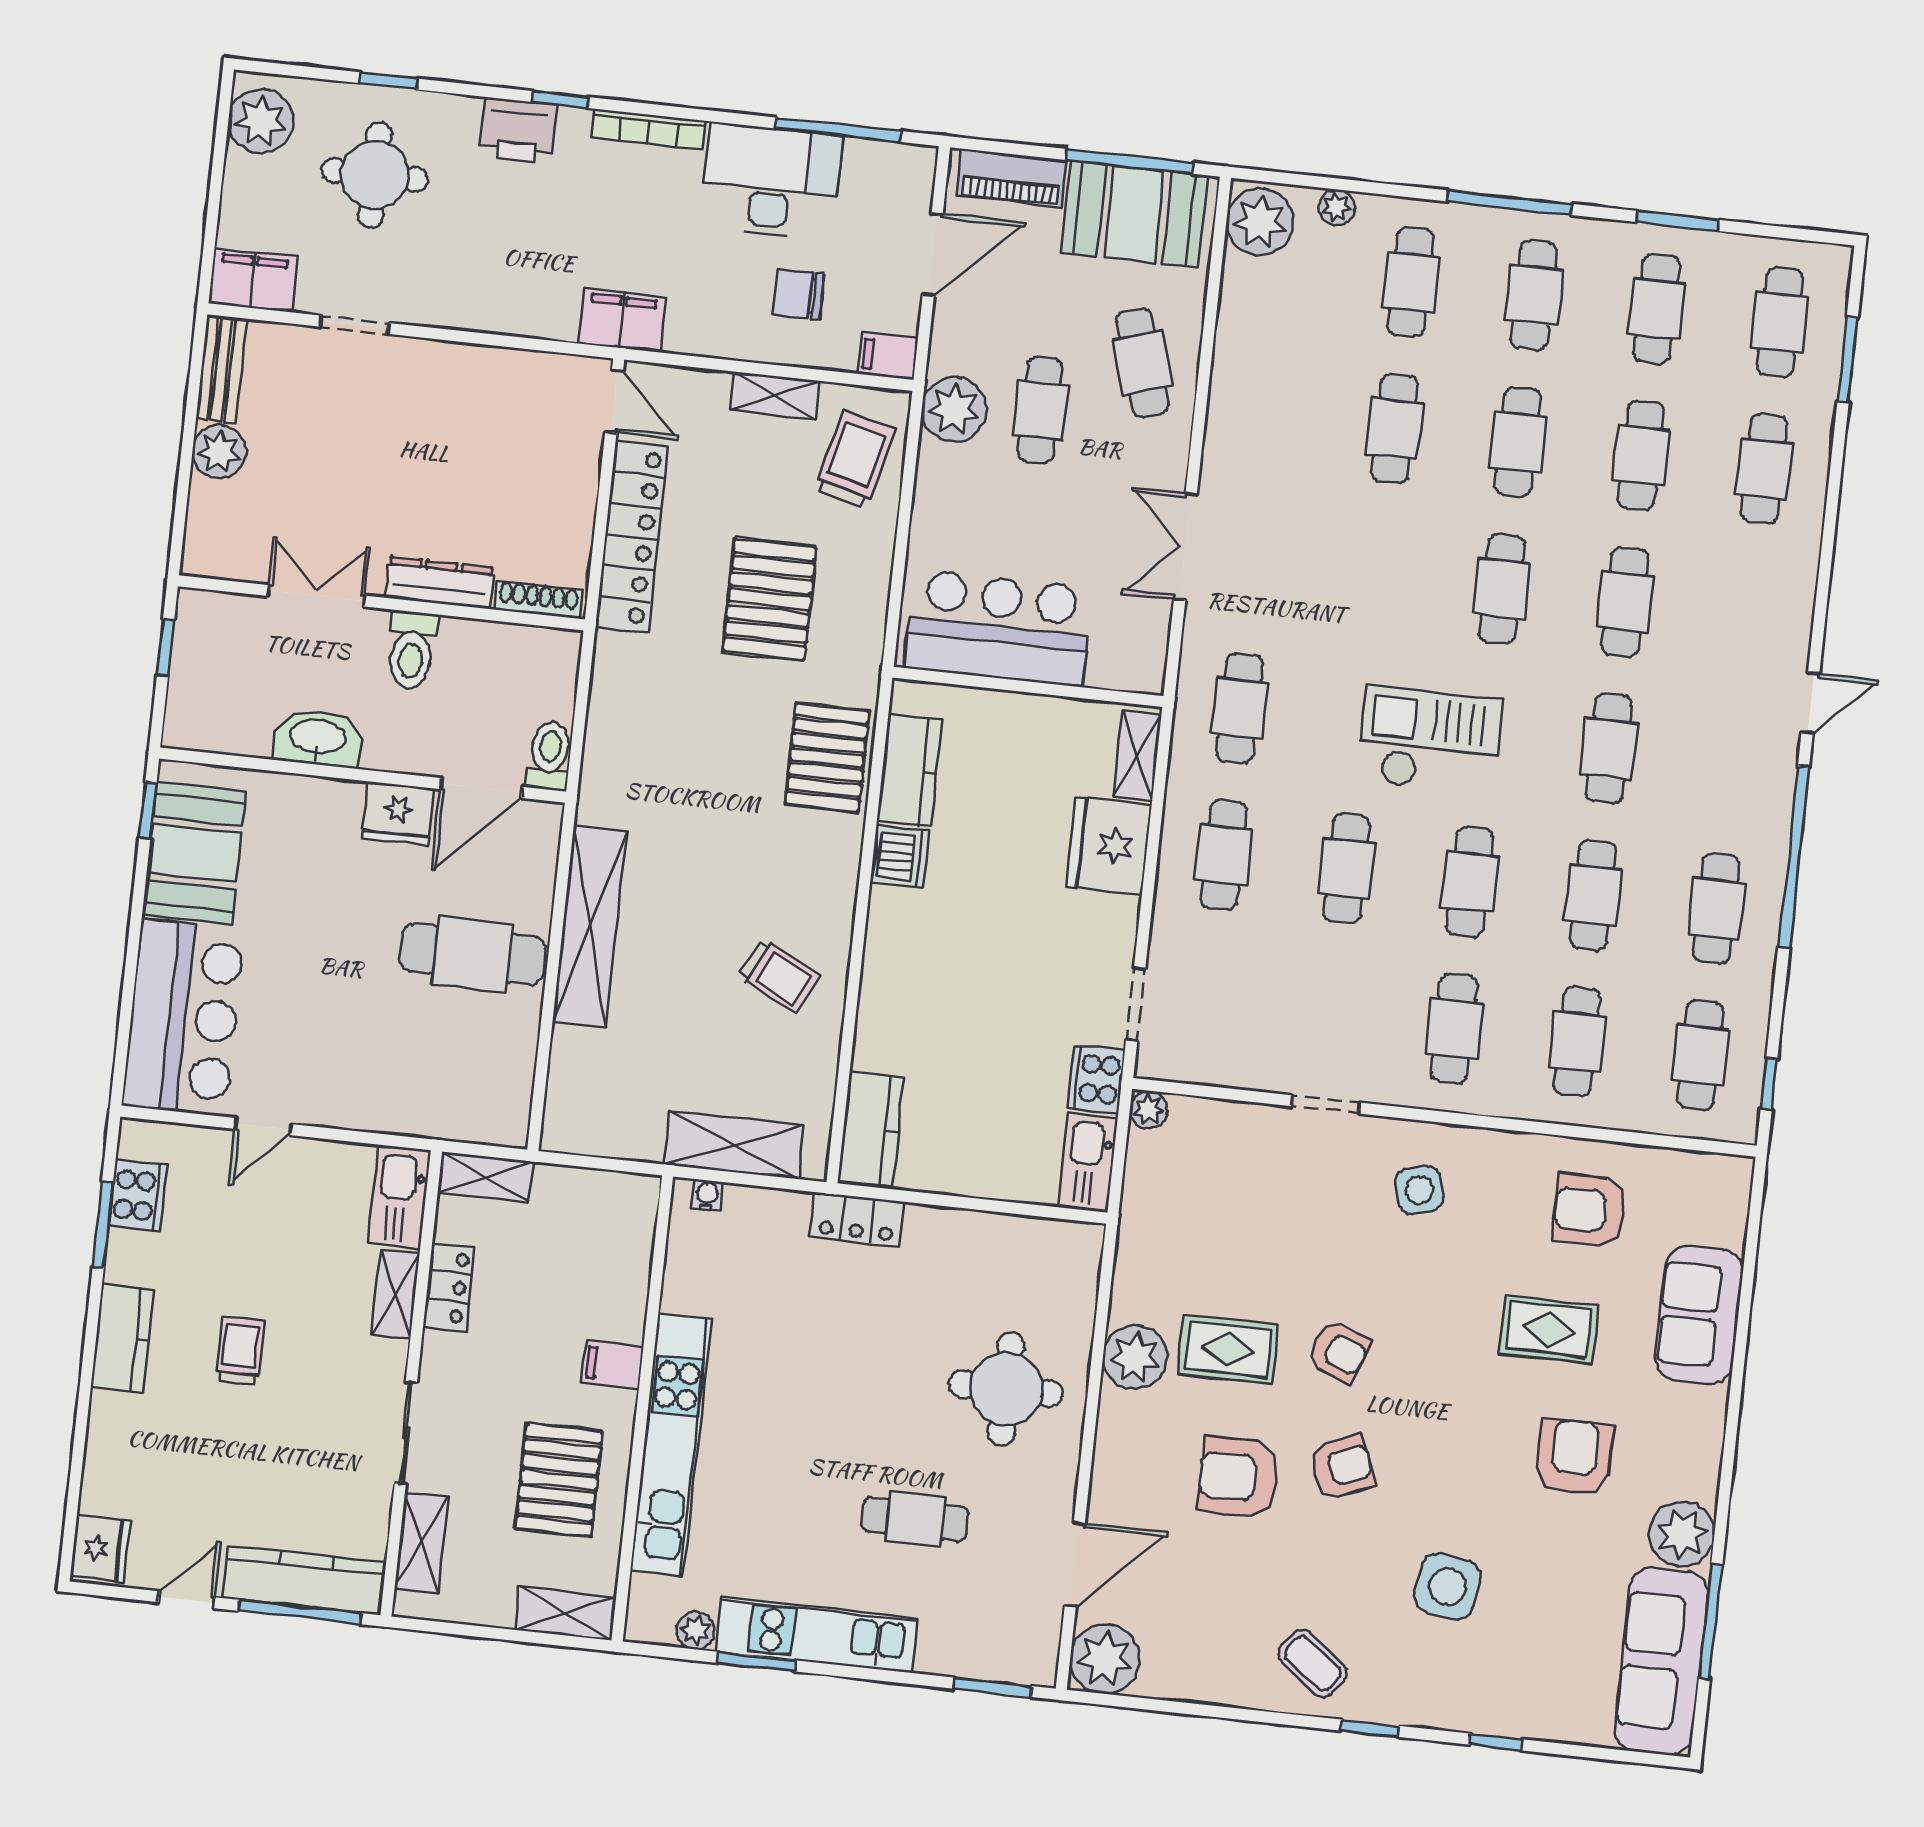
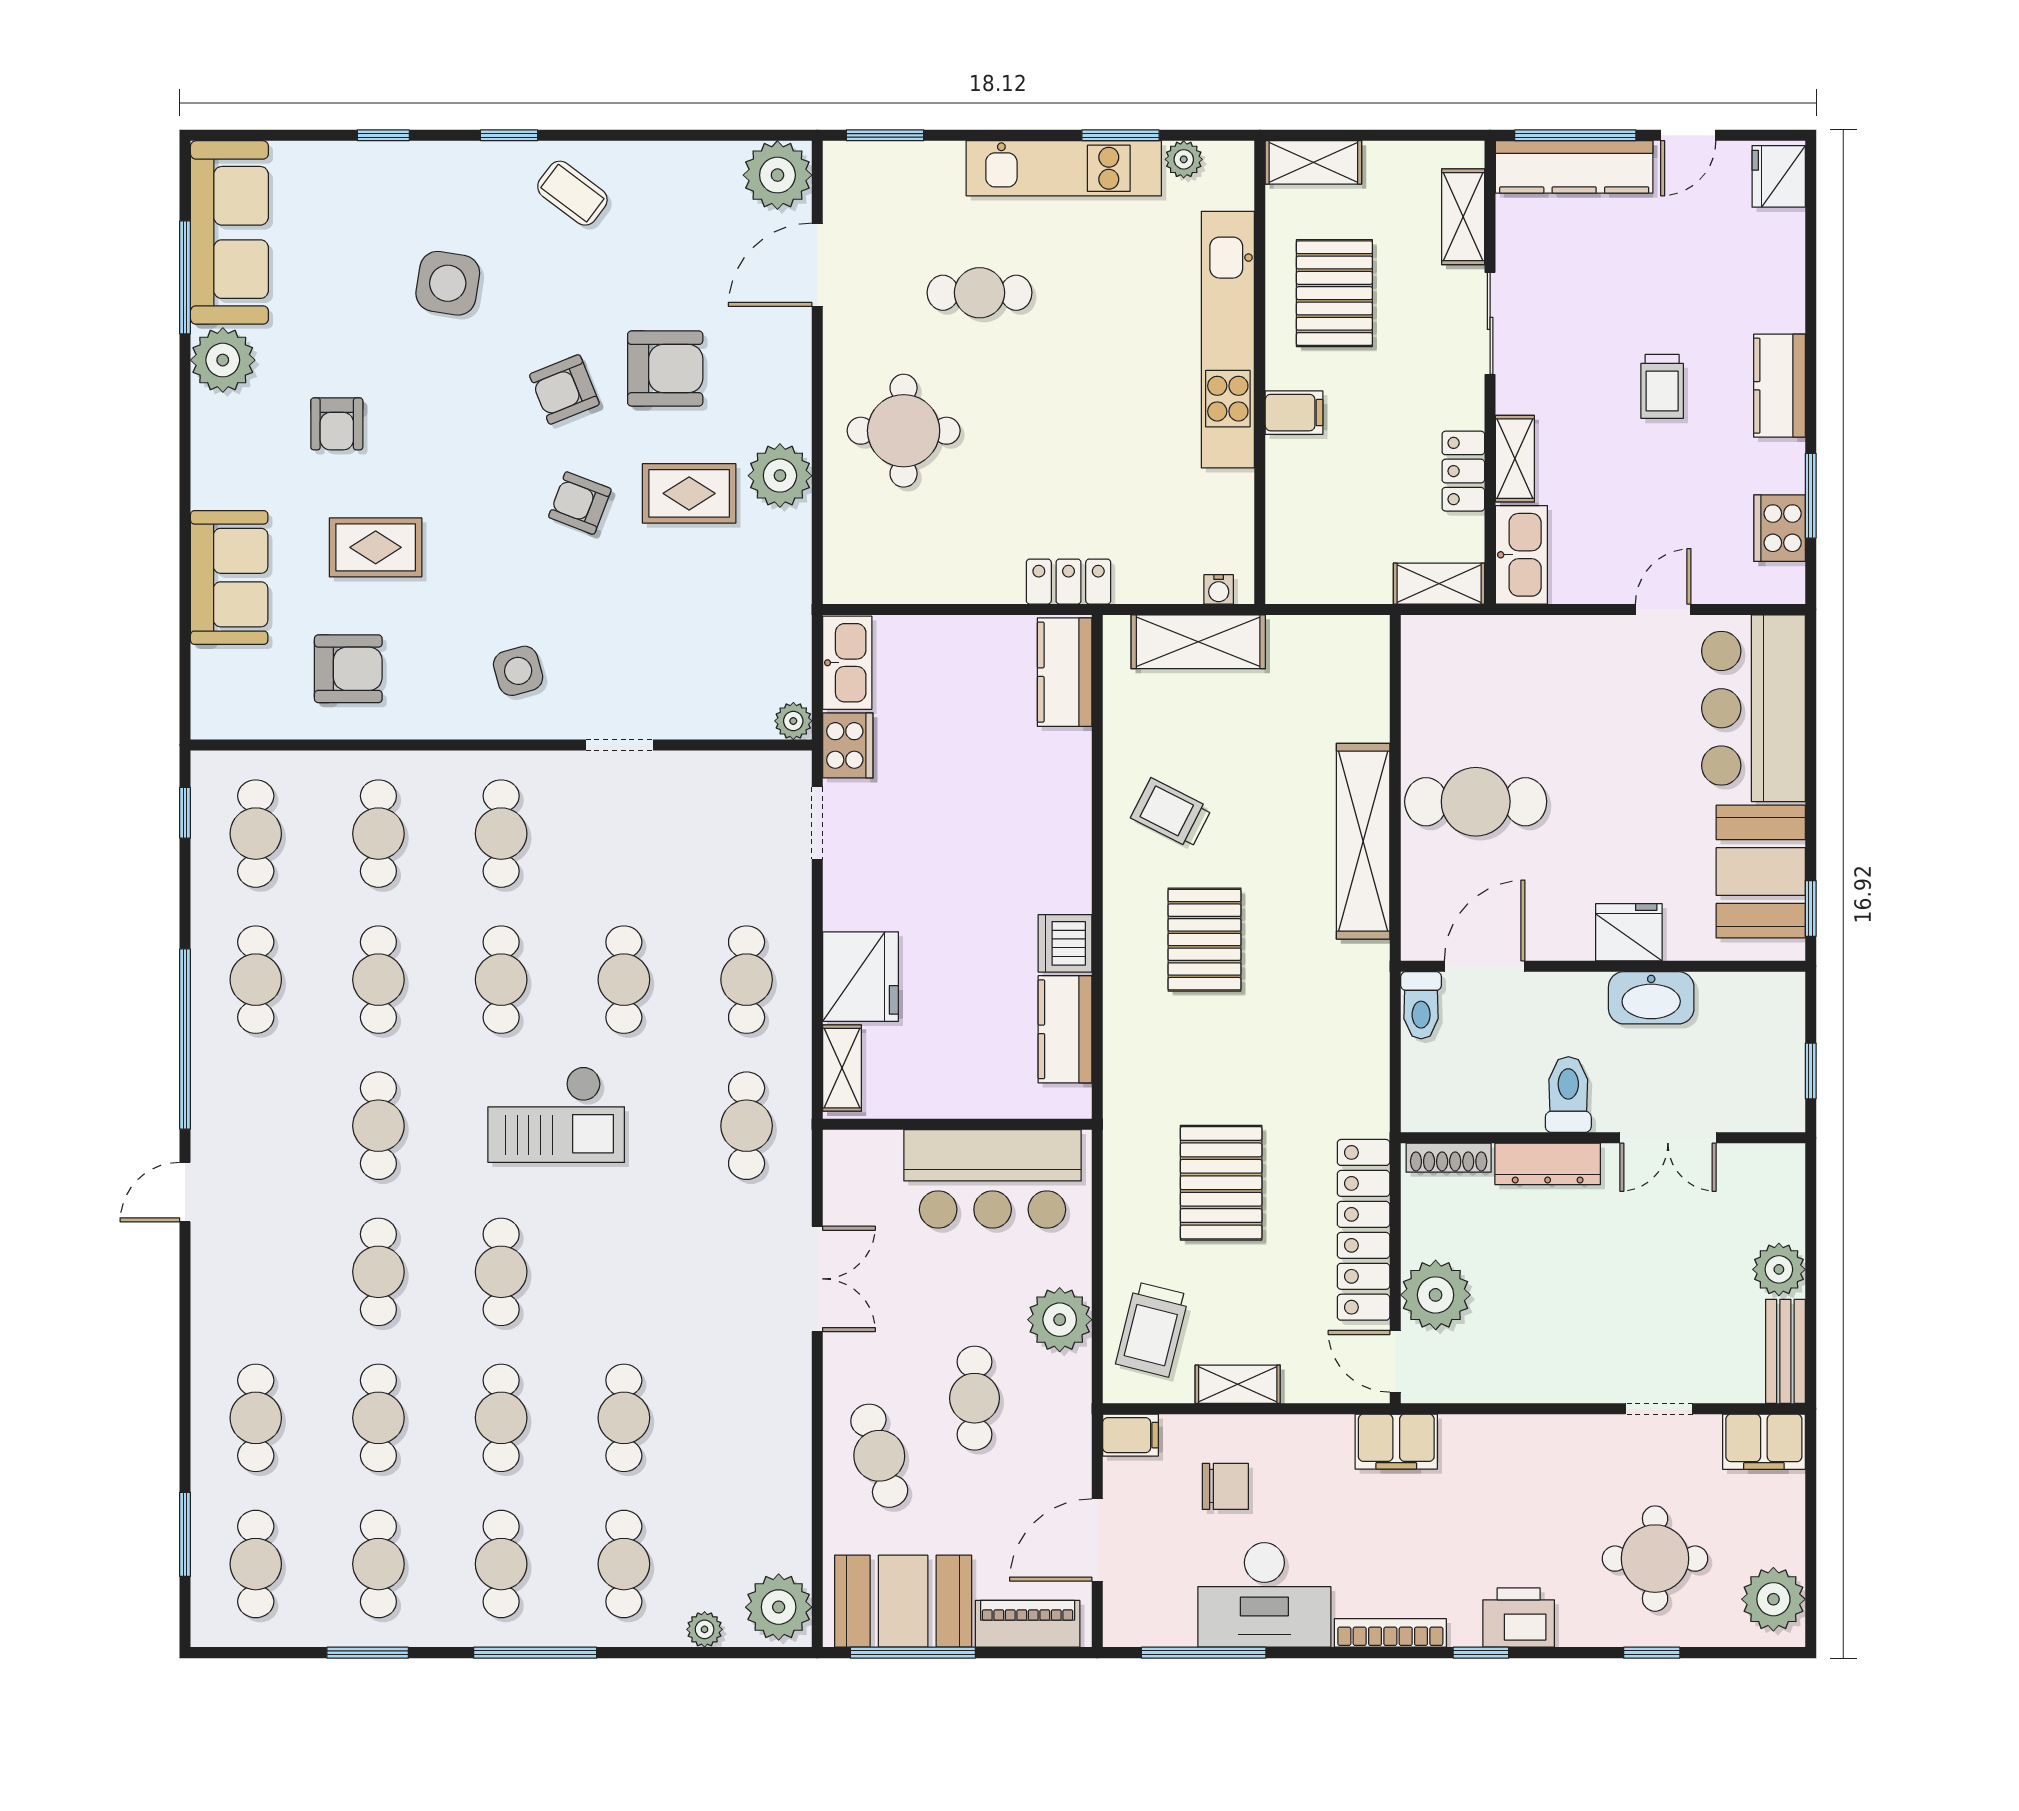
plant: (954, 409) -> (1060, 1320), moved
plant: (567, 463) -> (1436, 1295), added
pallet: (827, 758) -> (1204, 940), moved
fridge: (398, 813) -> (1629, 932), moved
armchair: (1574, 1457) -> (337, 424), width x0.72, depth x0.72

